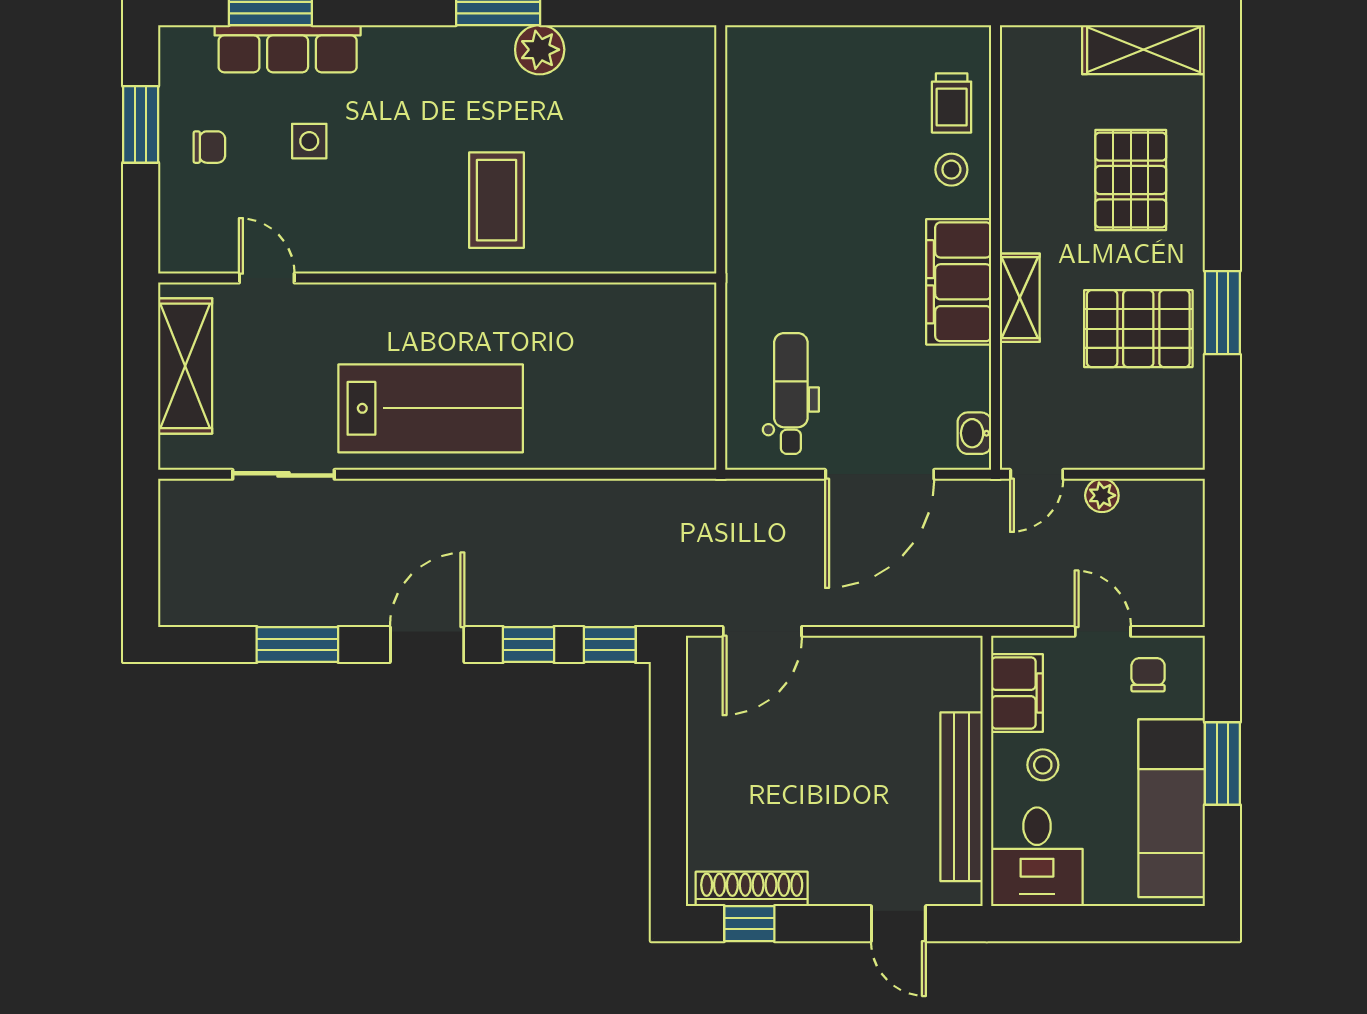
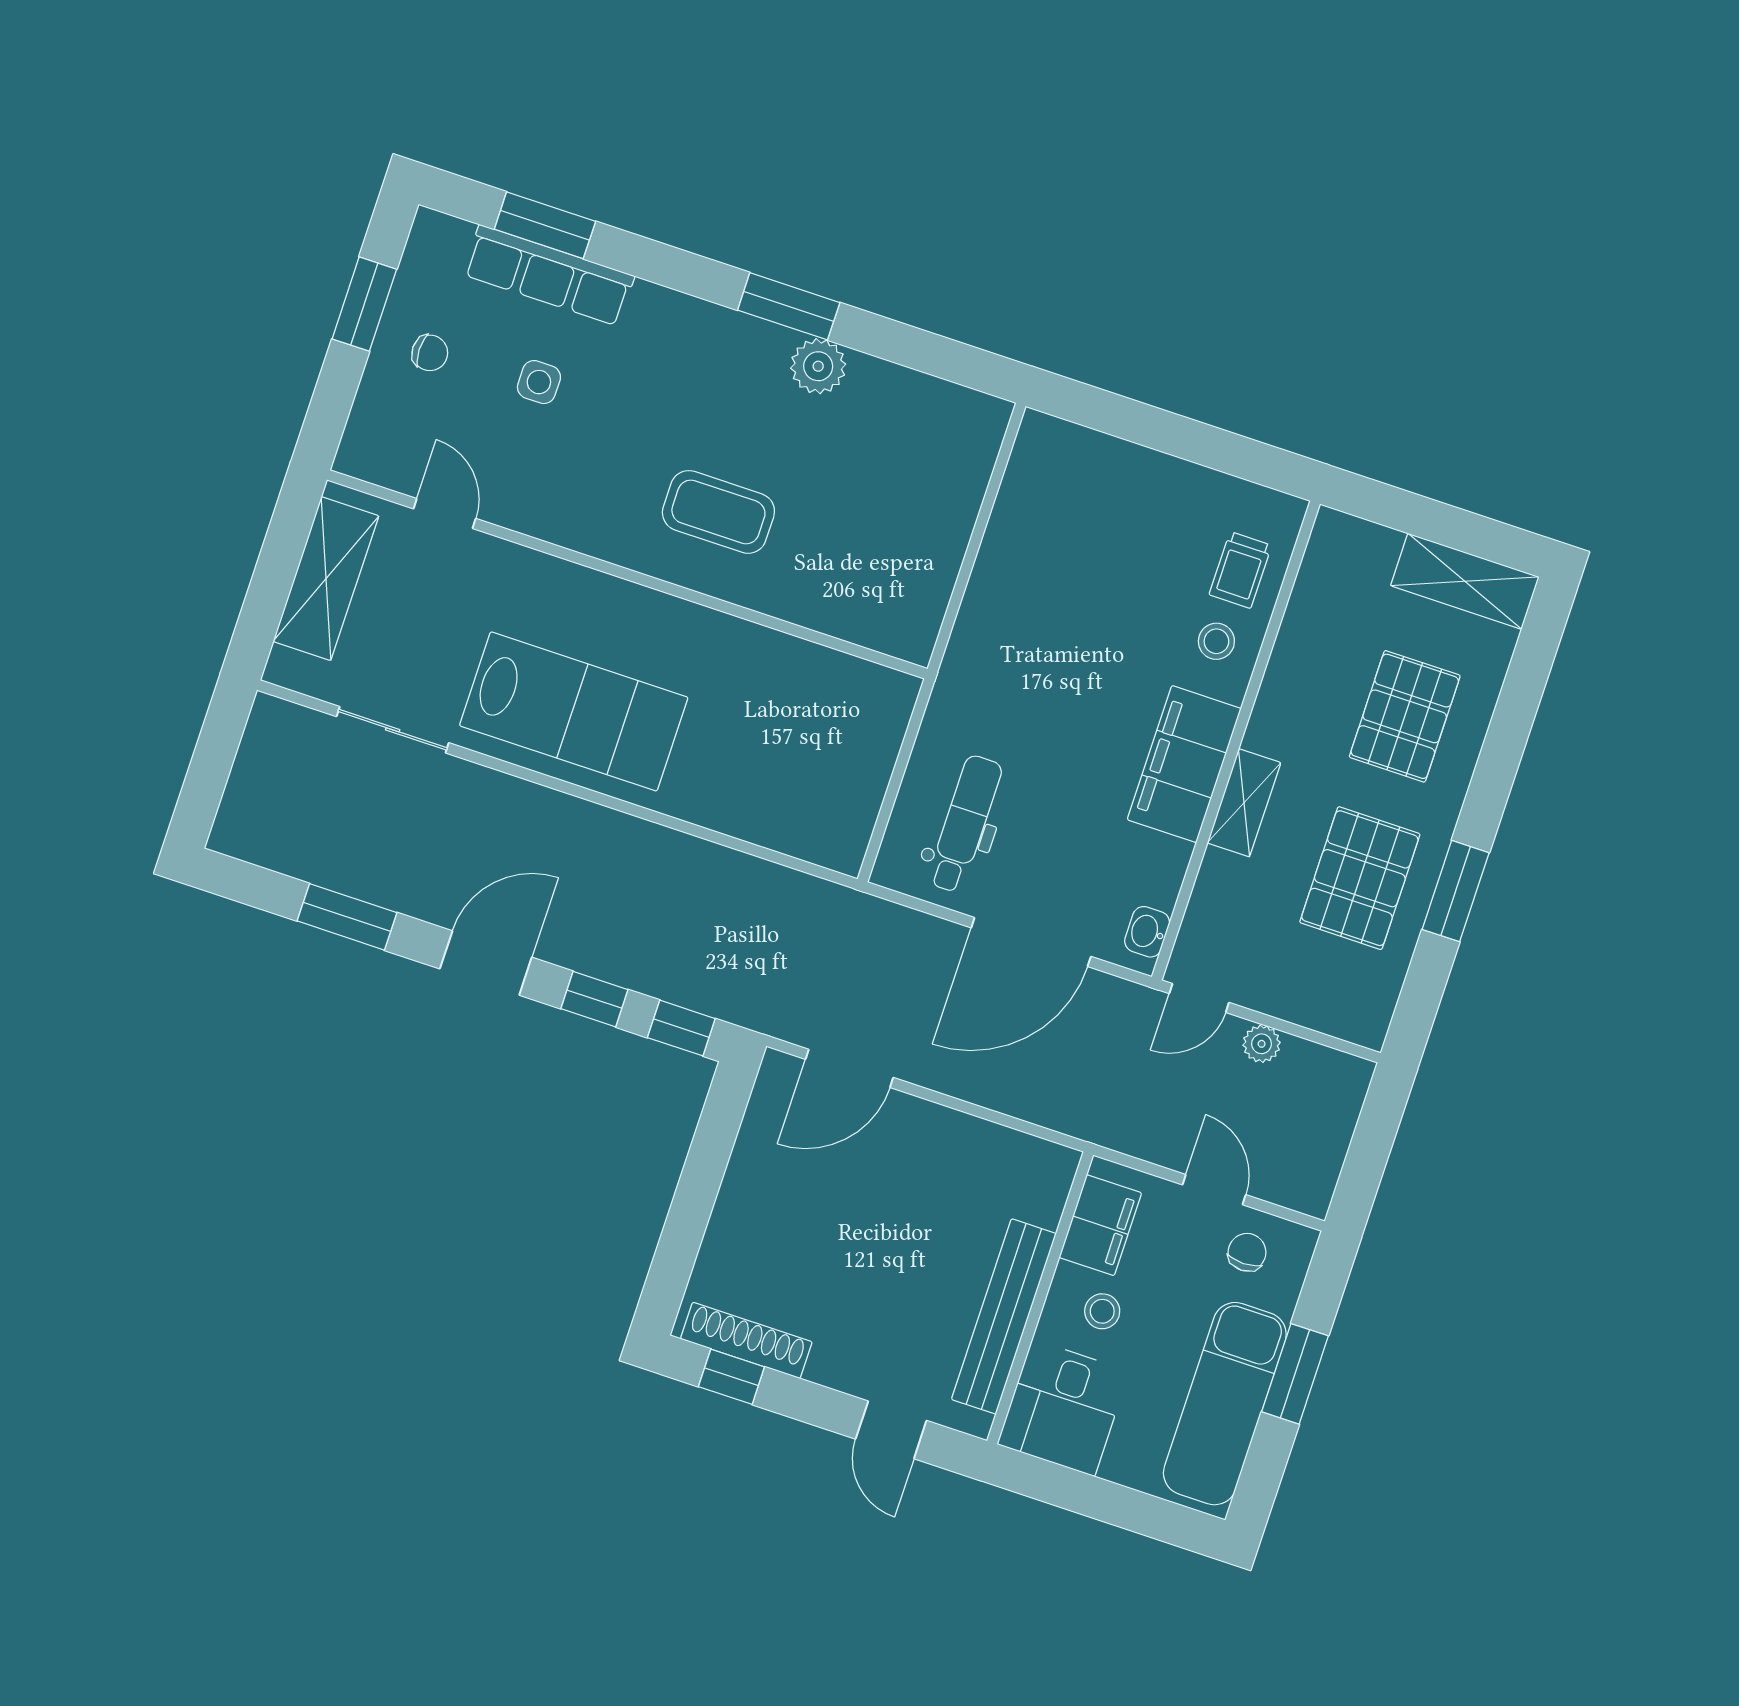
coffee table: (497, 200) -> (718, 512), turned 90
pallet: (1138, 329) -> (1360, 878), turned 90

